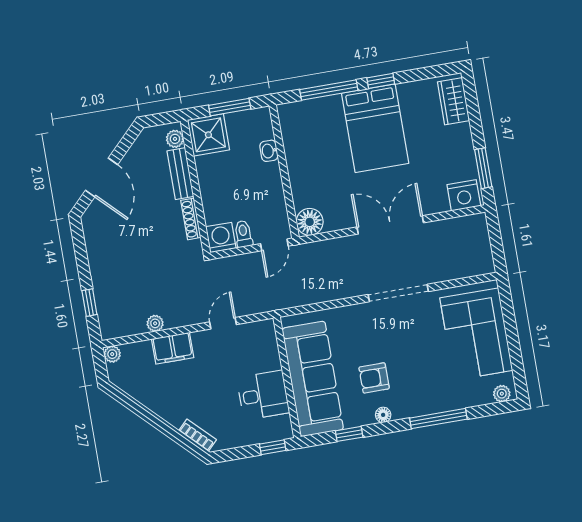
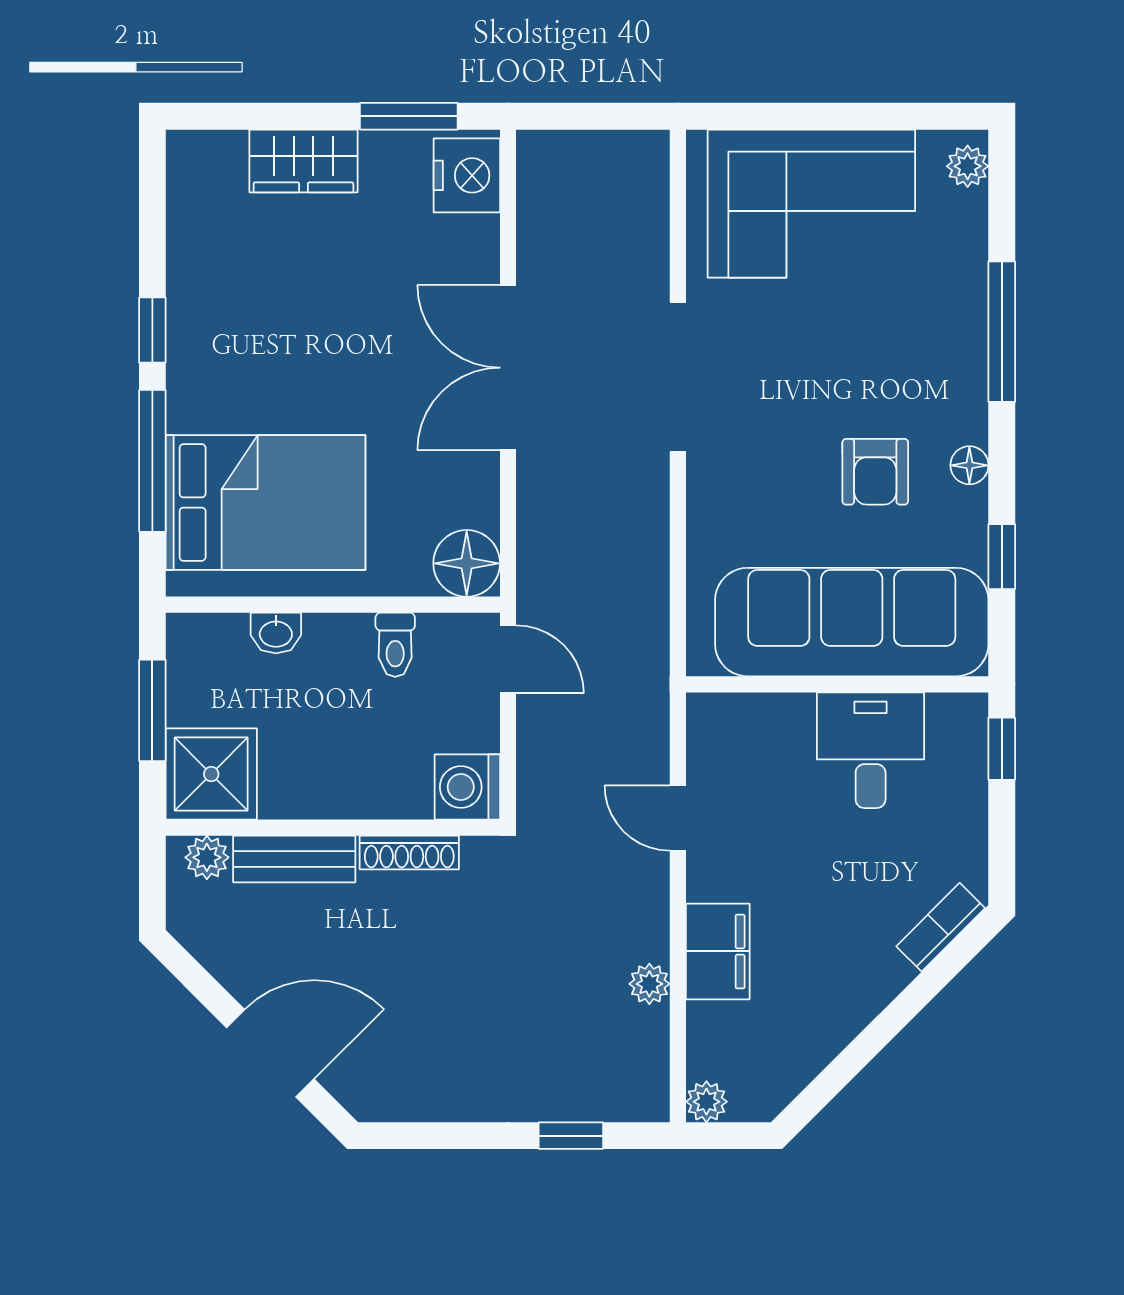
wardrobe: (453, 101) -> (303, 161), moved
bed: (375, 128) -> (266, 503), moved
toilet: (243, 234) -> (395, 645), moved, turned -90

